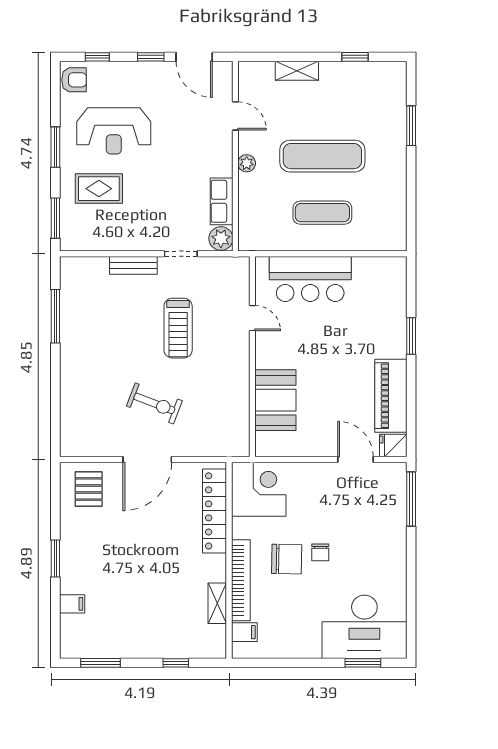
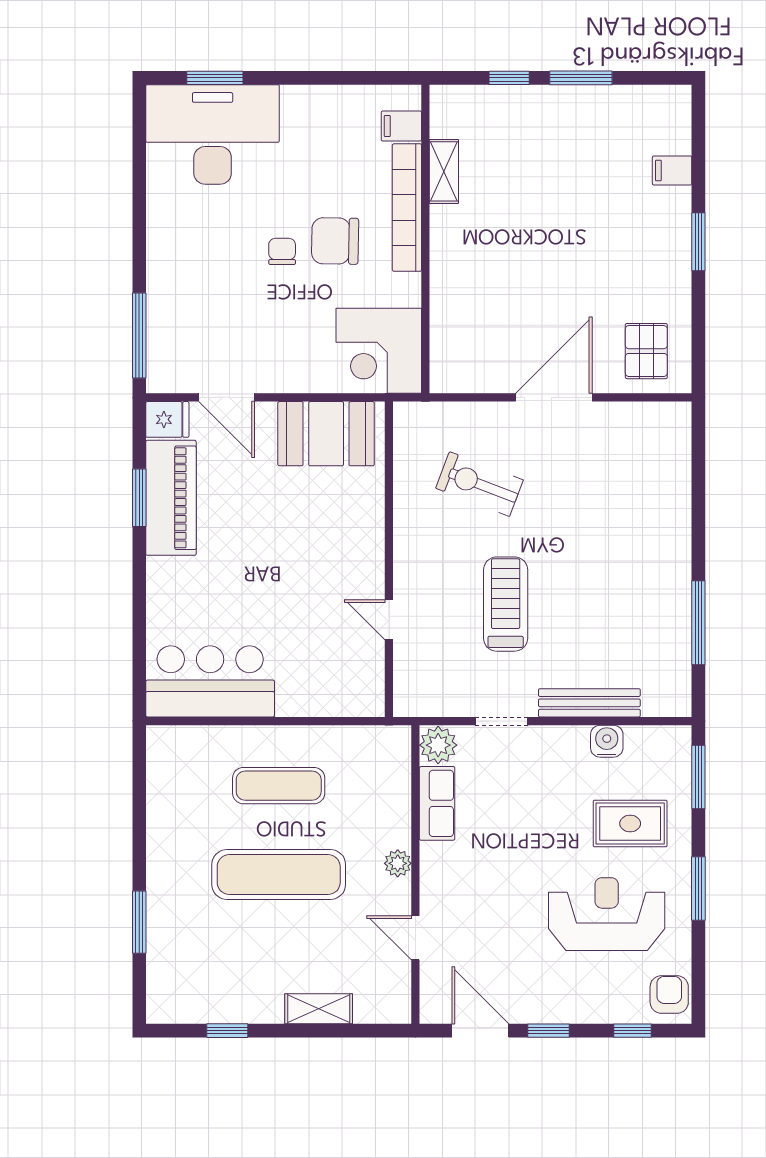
armchair: (74, 80) -> (669, 994), turned 90
water cooler: (114, 241) -> (607, 741), added
bench: (133, 265) -> (589, 703), width x1.36
bar counter: (310, 279) -> (210, 681), moved
window: (411, 336) -> (139, 498), moved
booth: (275, 400) -> (326, 434), moved, turned 90
exercise bike: (154, 403) -> (479, 484), moved
locker: (215, 511) -> (448, 317), removed
window: (100, 663) -> (581, 78), moved

